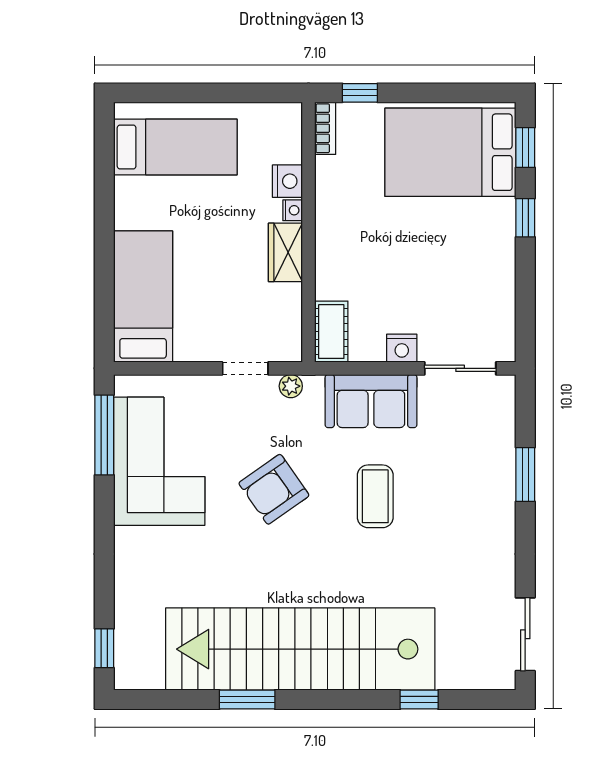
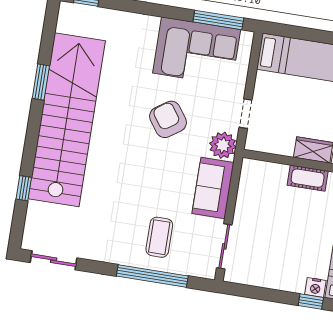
cot: (331, 332) -> (308, 178), moved
nightstand: (402, 348) -> (315, 287), moved, turned -90
plant: (291, 386) -> (223, 145), width x1.87, depth x1.87
window: (525, 475) -> (152, 276), width x2.11
coffee table: (375, 496) -> (159, 237), moved, turned 90

